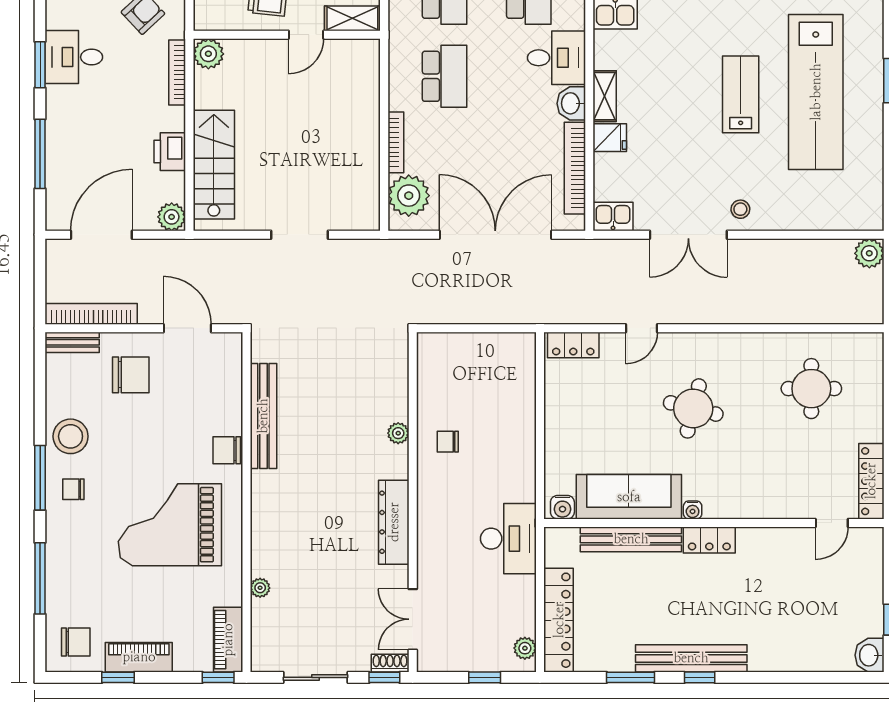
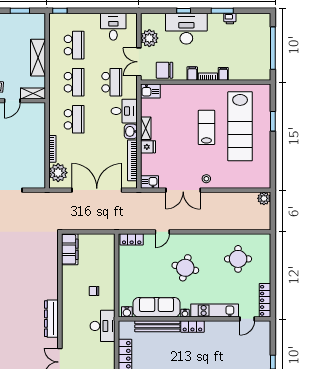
filing cabinet: (435, 367) -> (70, 249), added
plant: (398, 433) -> (53, 279), removed
chair: (448, 442) -> (94, 291), moved
kitchen unit: (759, 504) -> (215, 310), added

